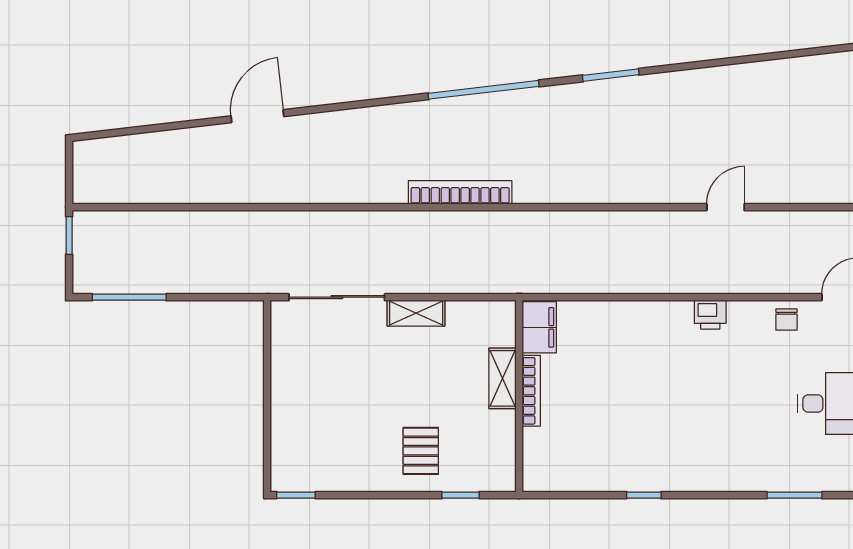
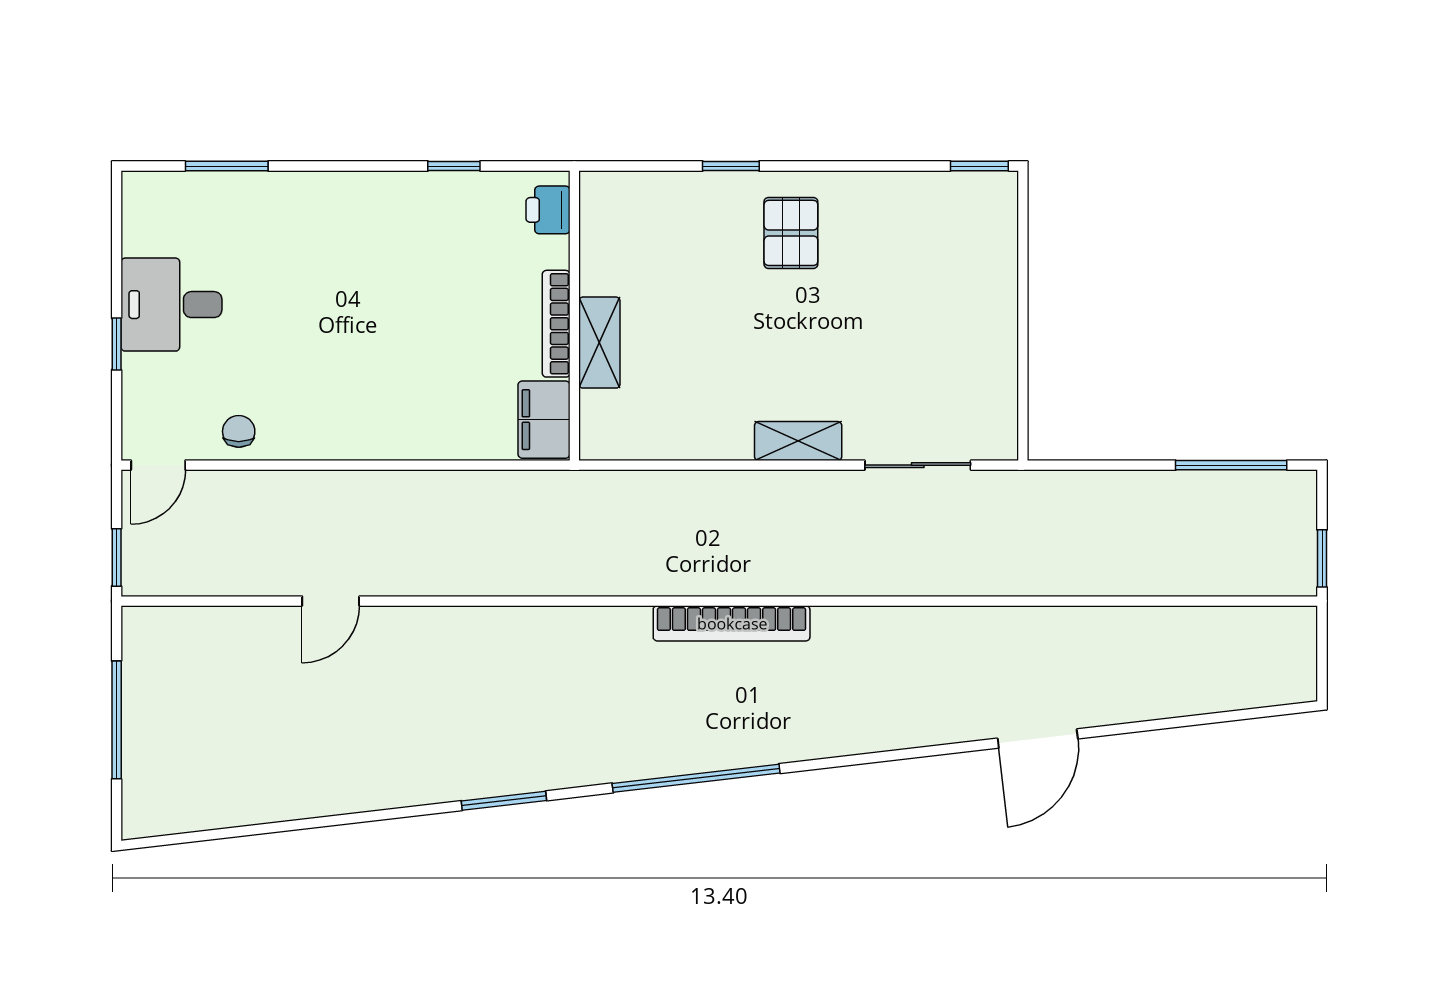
sliding door: (337, 297) -> (918, 465), width x0.73
printer: (710, 315) -> (548, 210), moved, turned -90
filing cabinet: (539, 327) -> (544, 420), moved
shelving: (503, 378) -> (599, 343), moved
bookcase: (531, 391) -> (556, 324), moved
wall: (519, 396) -> (574, 316), moved

